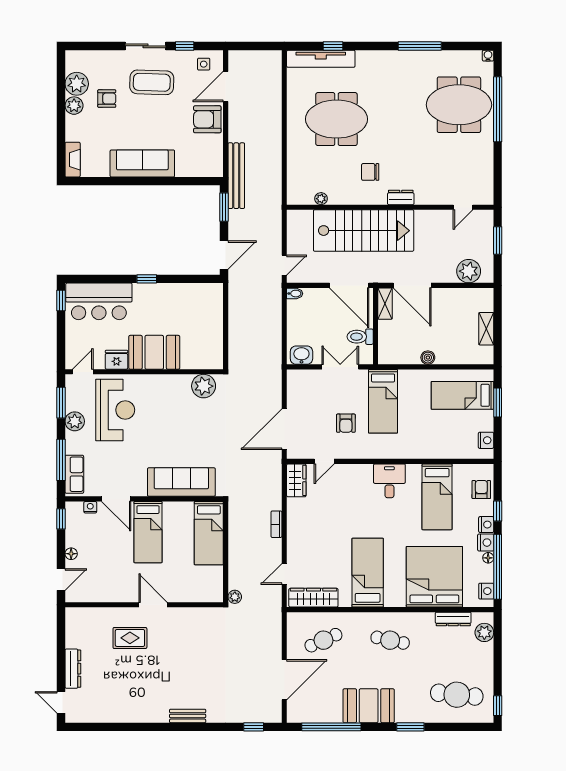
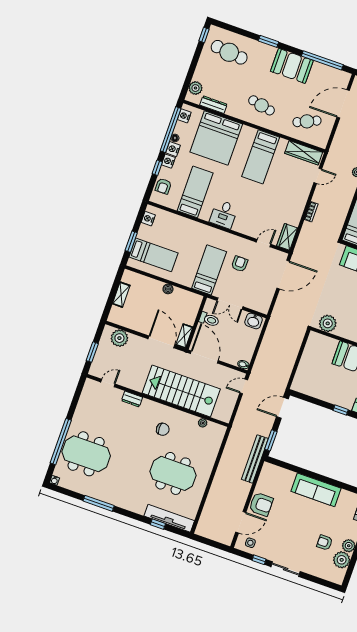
coffee table: (152, 82) -> (290, 543), removed
dresser: (401, 197) -> (132, 399), moved

